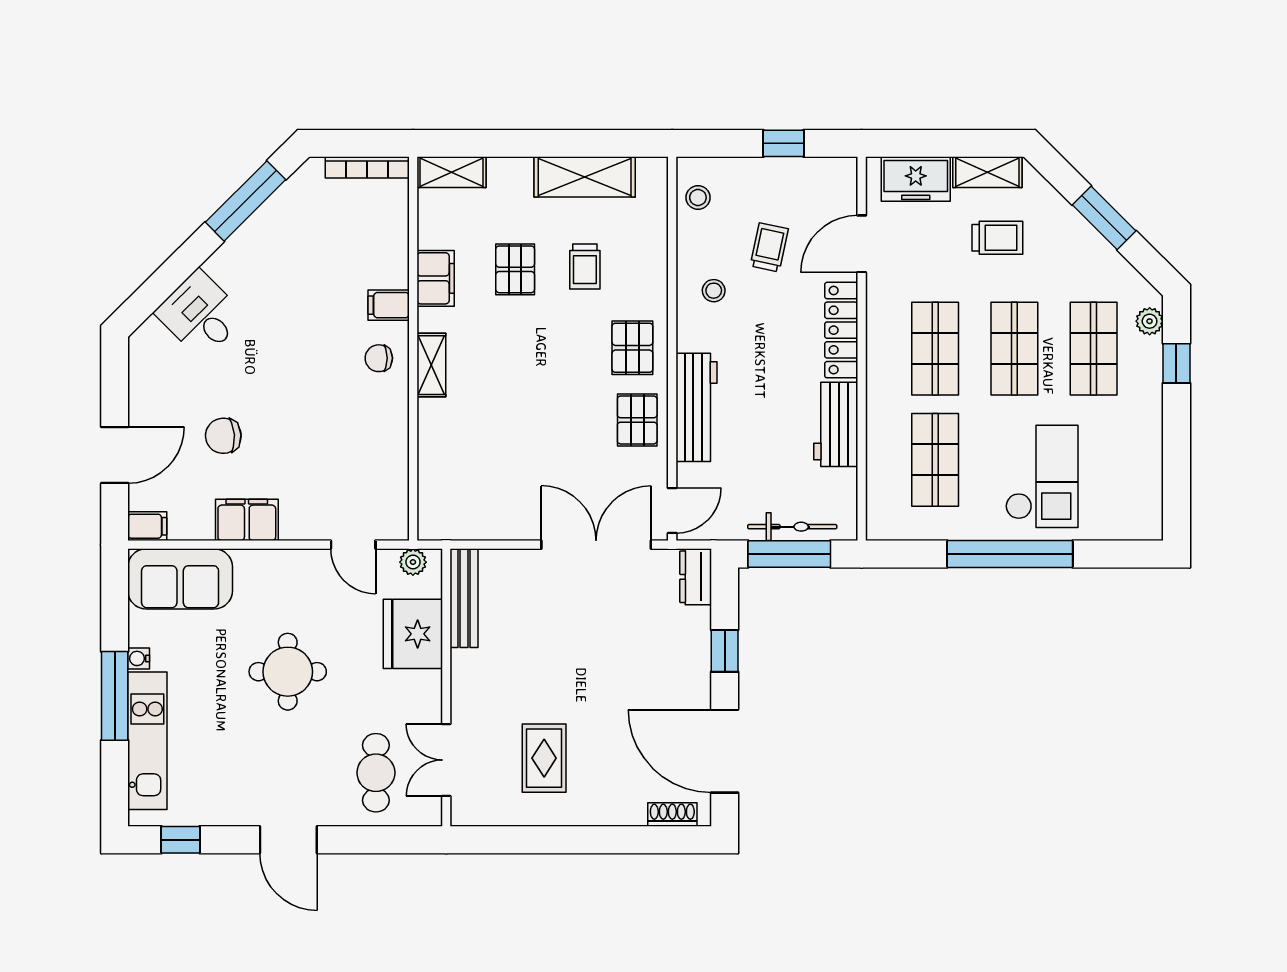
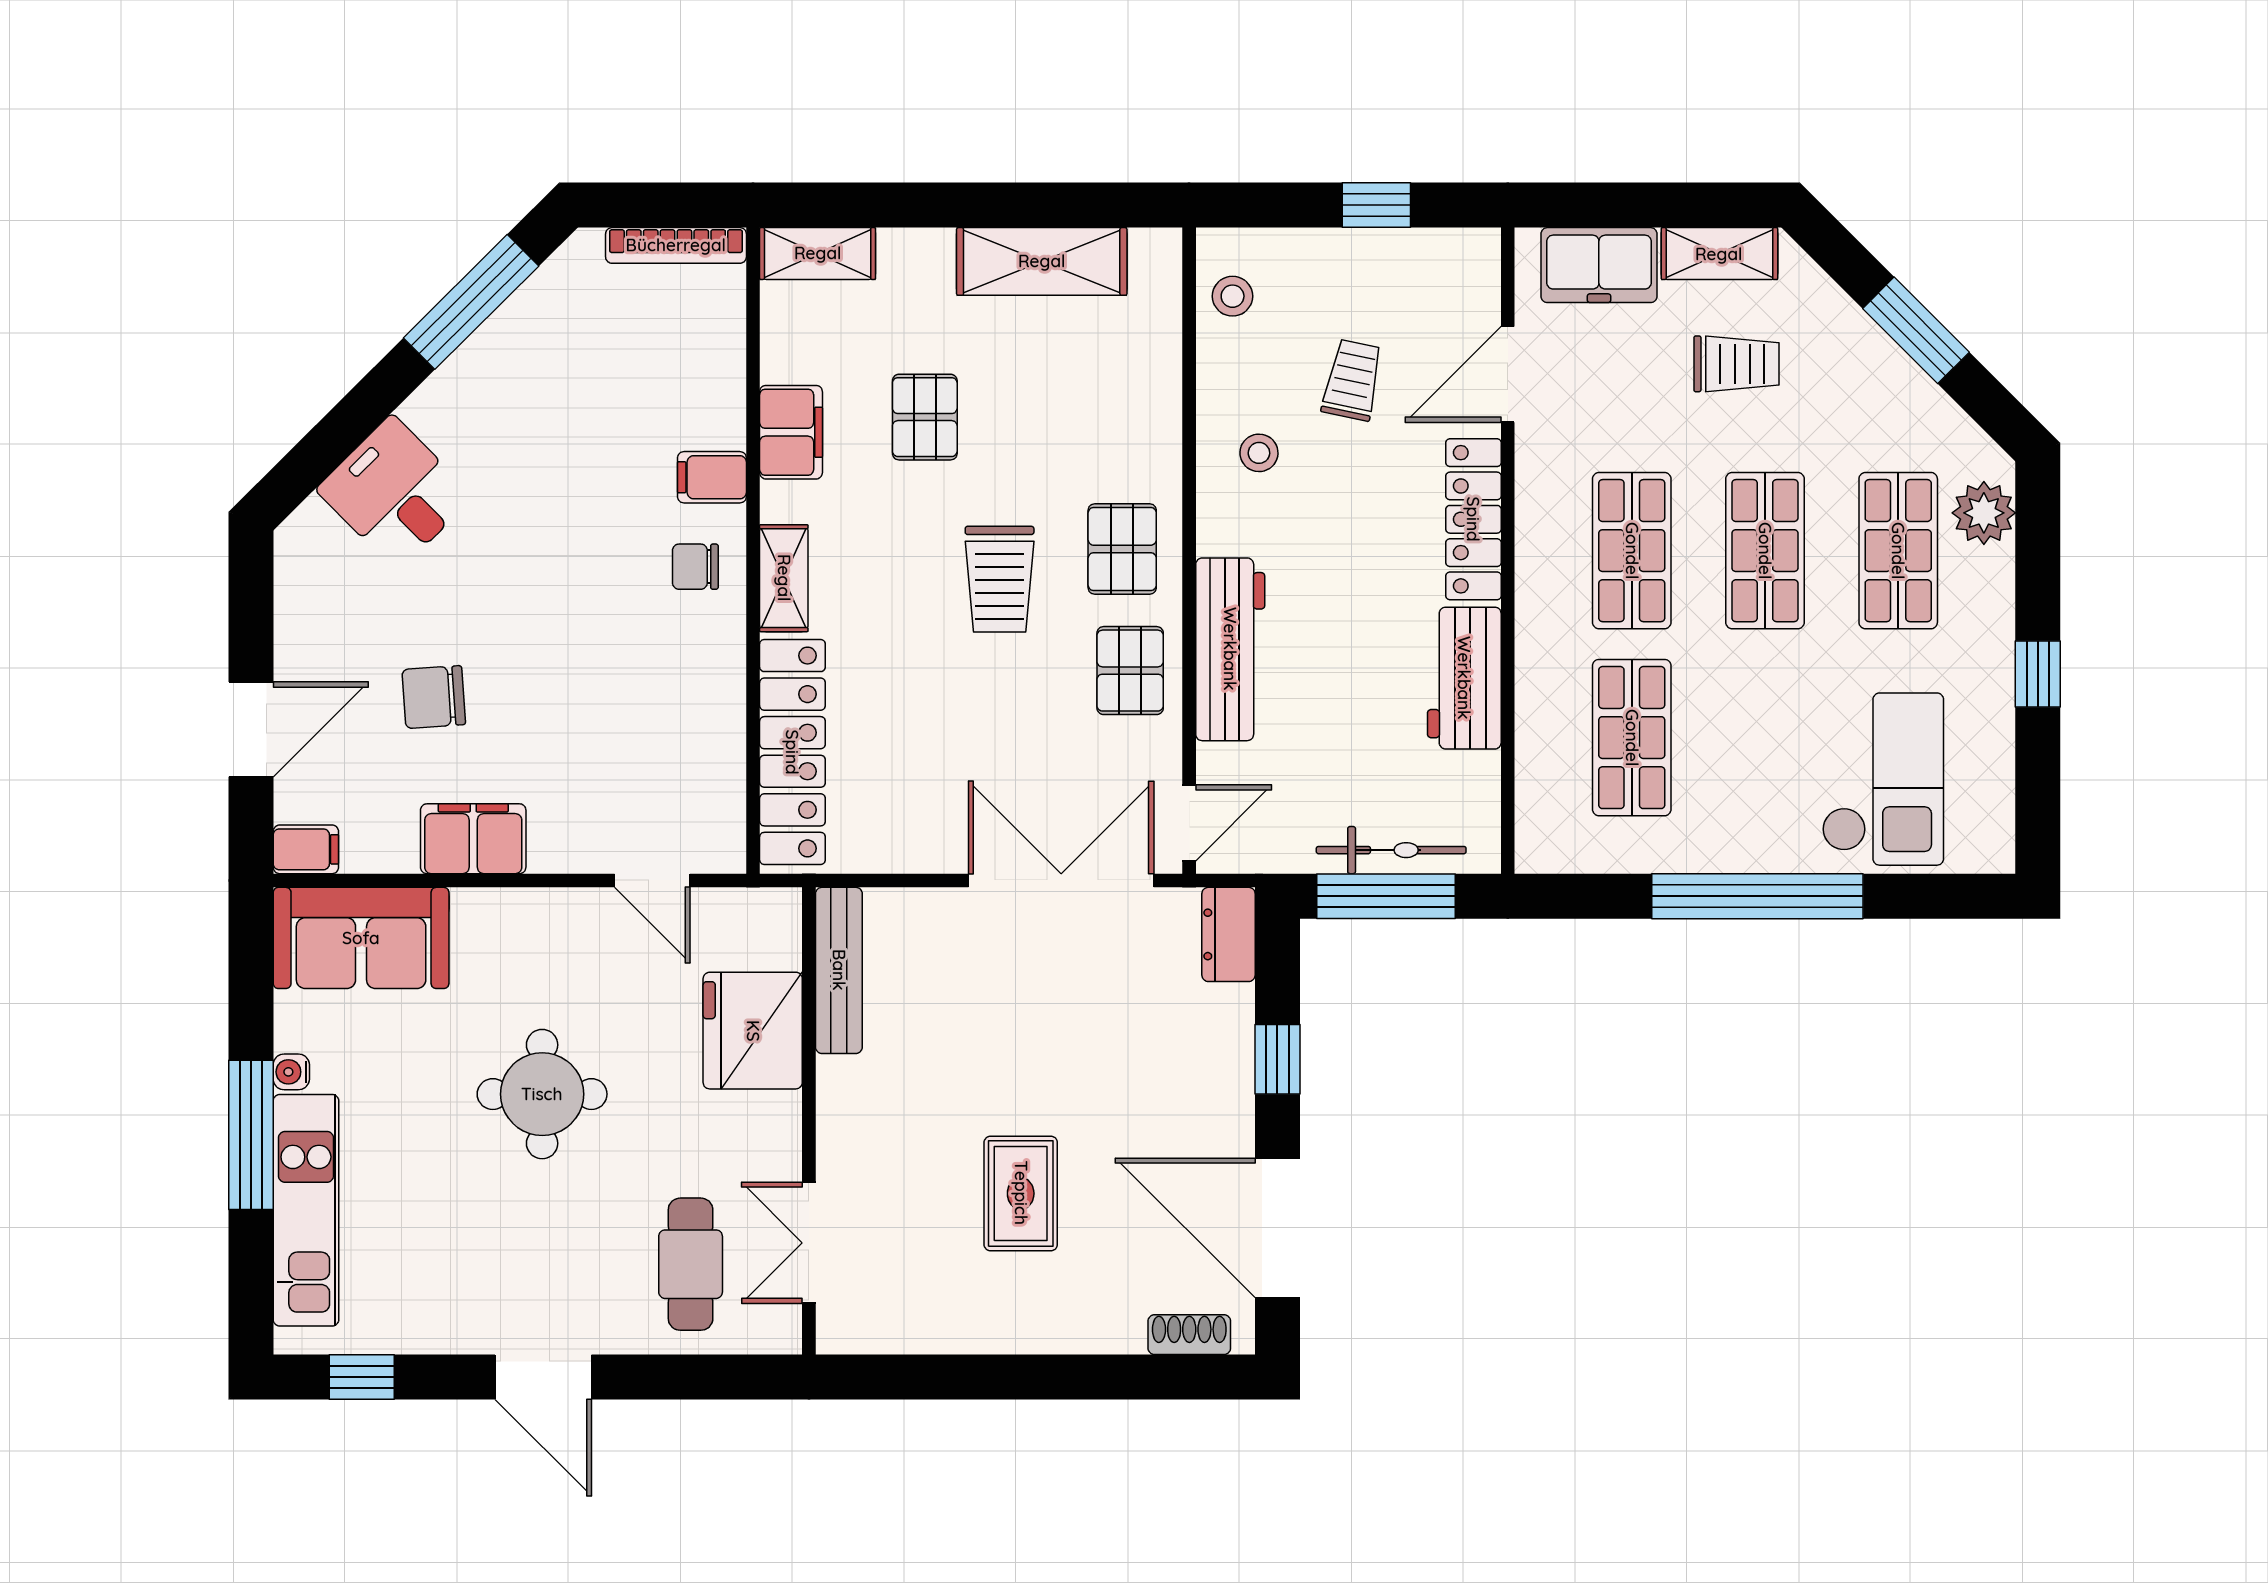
trolley: (585, 267) -> (1000, 579), moved, width x1.36, depth x1.39
plant: (1150, 321) -> (1984, 513), width x1.38, depth x1.38
window: (1176, 363) -> (2038, 674), moved
locker: (436, 468) -> (792, 752), added
checkout: (1042, 476) -> (1883, 779), moved
plant: (413, 562) -> (753, 910), removed
rug: (544, 758) -> (1021, 1193), moved

